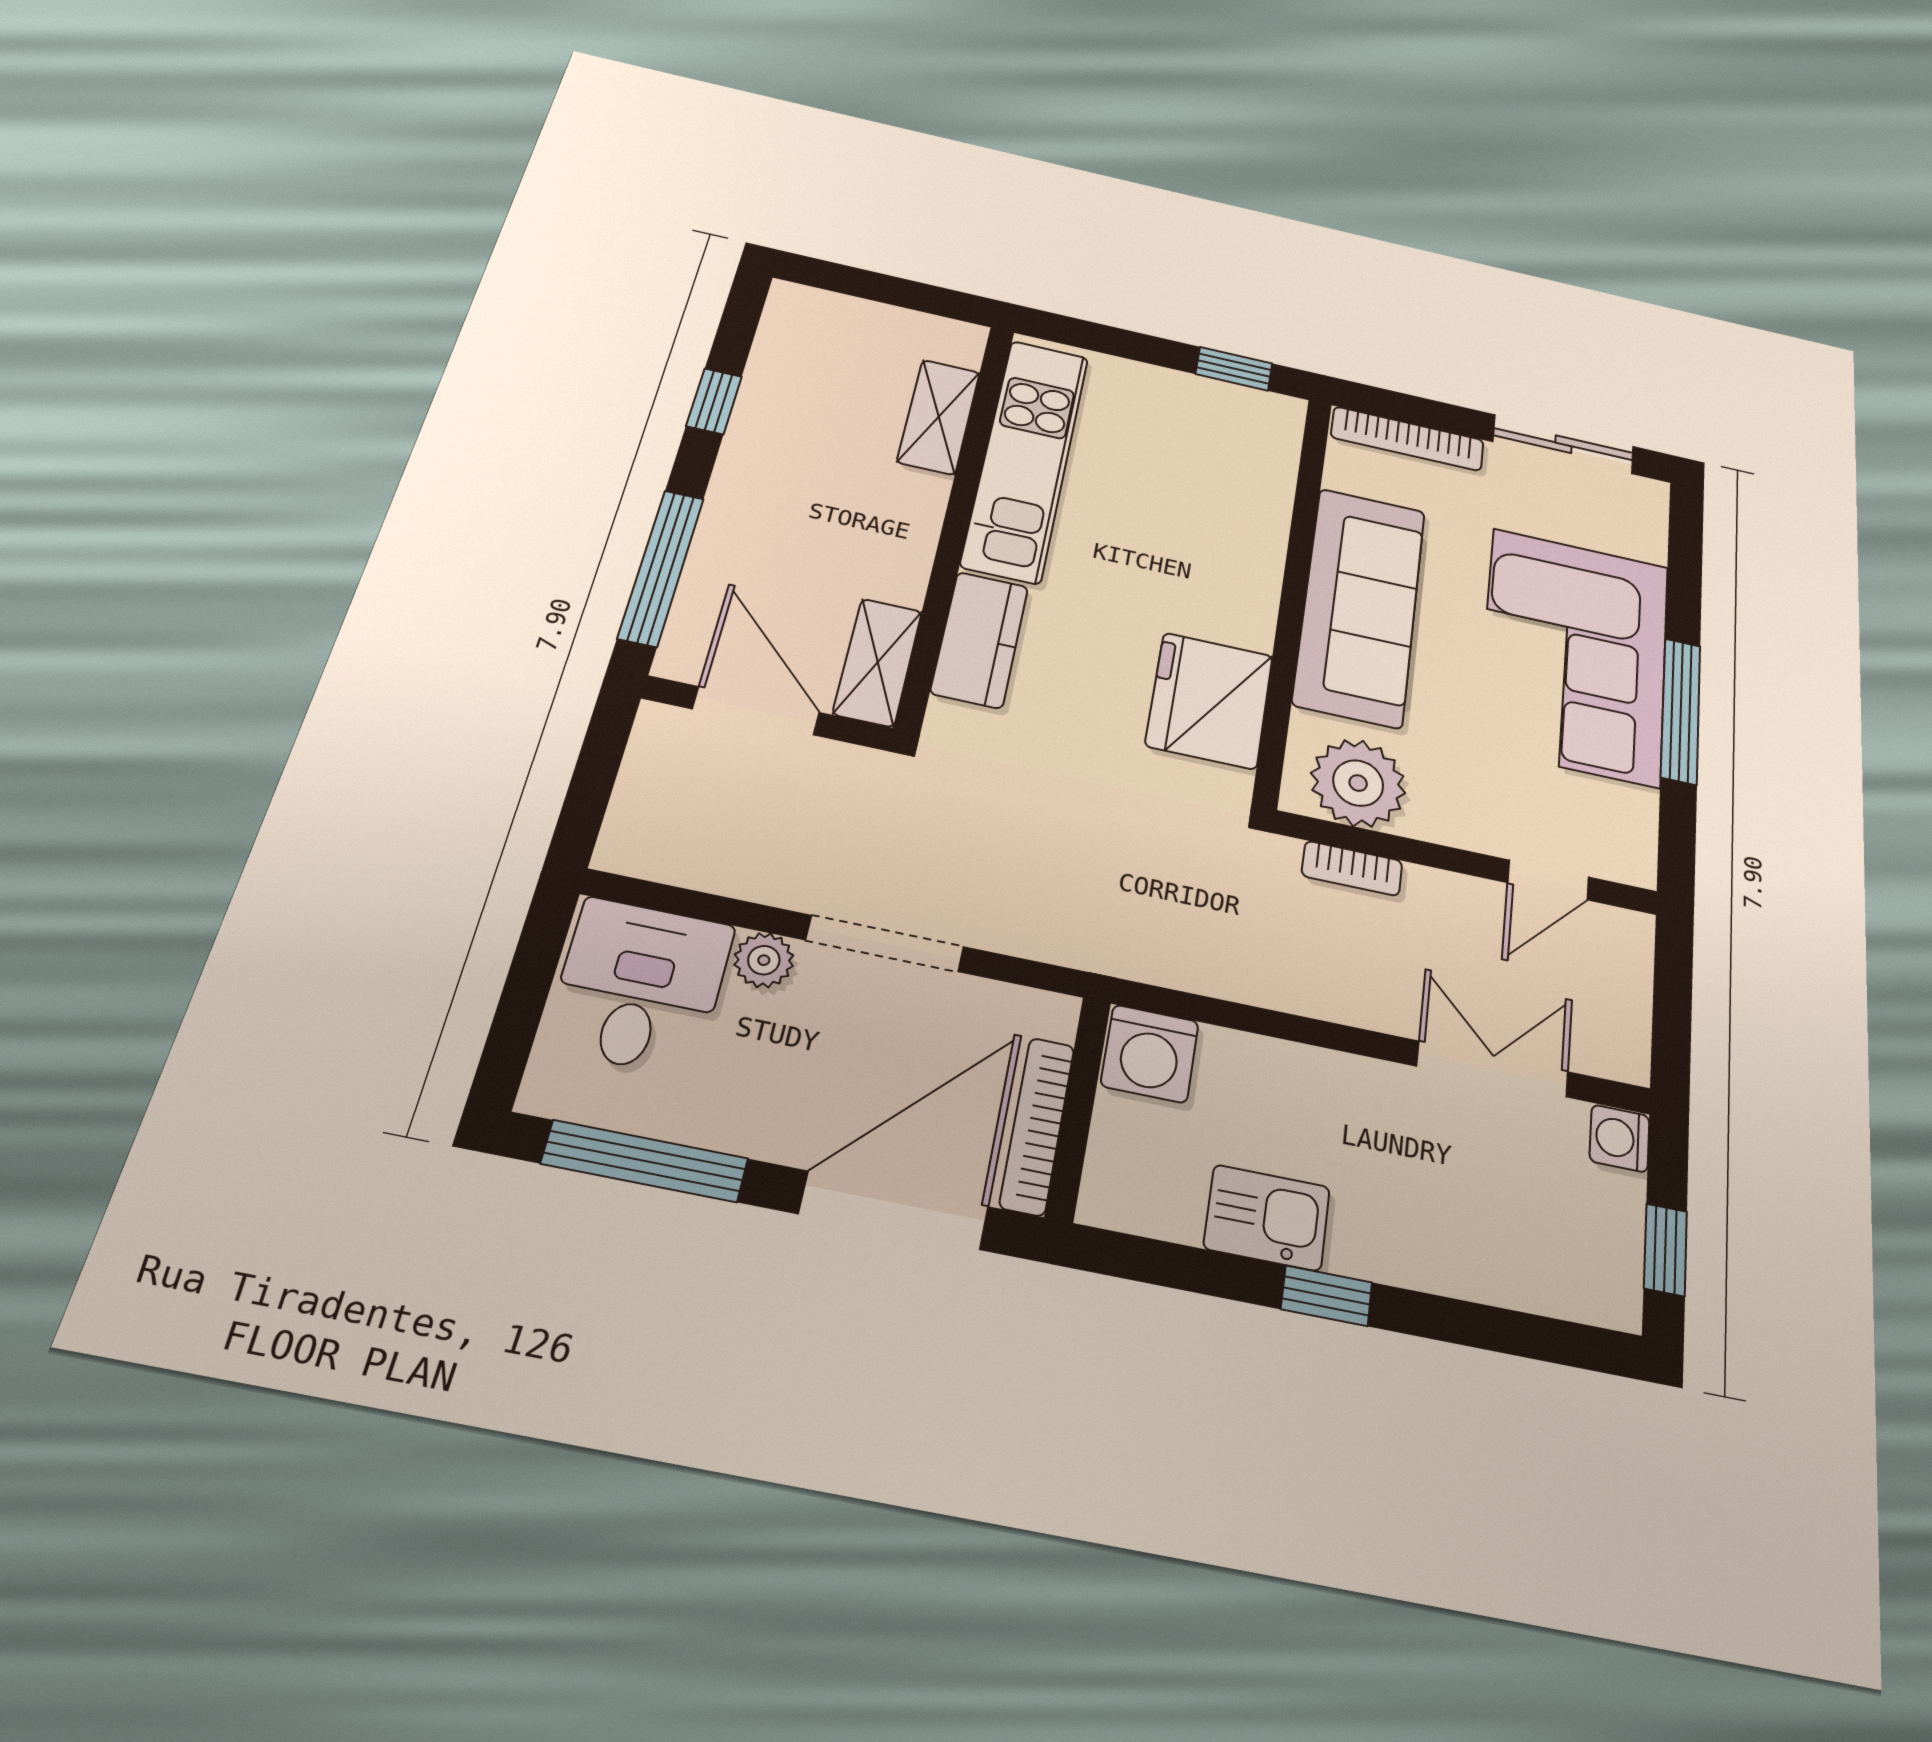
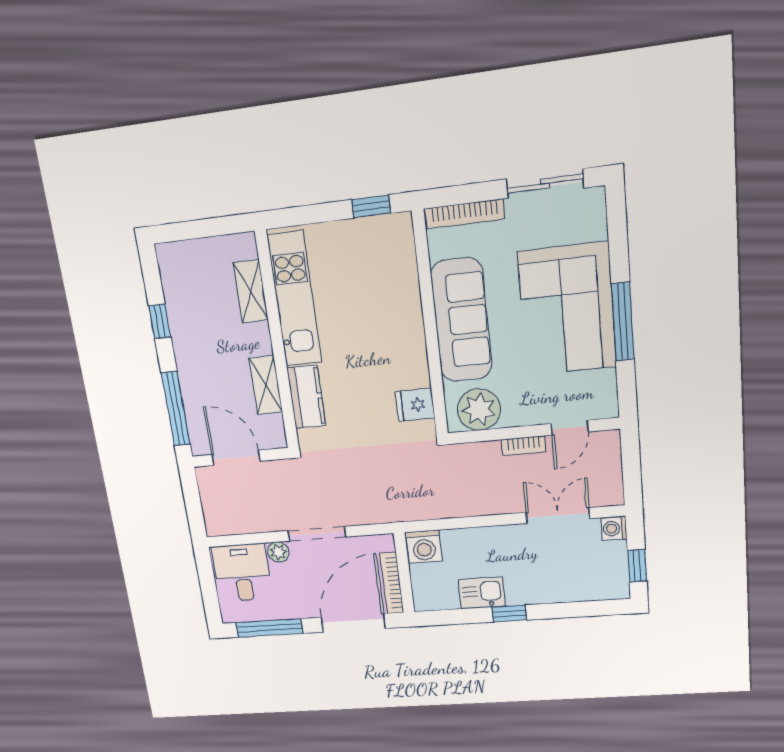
shelving: (878, 662) -> (266, 385), moved
fridge: (1210, 700) -> (415, 405), width x0.53, depth x0.75
bookcase: (1352, 868) -> (524, 446), moved

